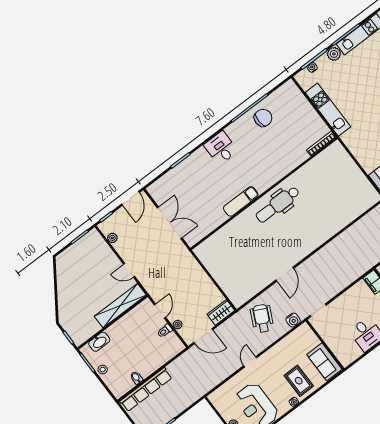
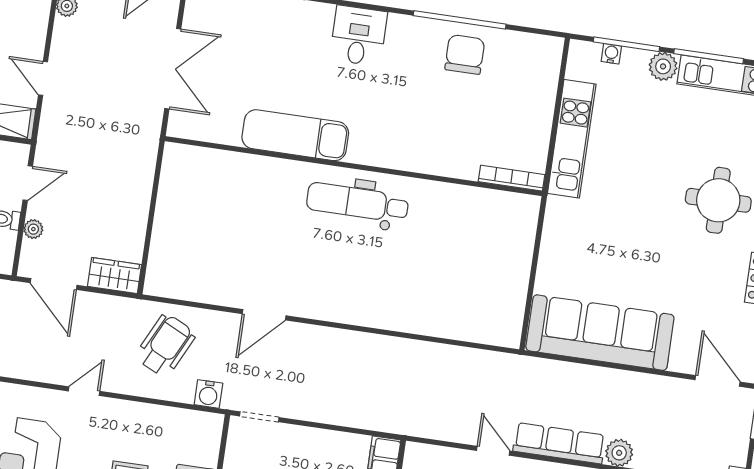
chair: (263, 118) -> (465, 55), turned -88
exam couch: (241, 201) -> (295, 135), width x1.36, depth x1.45

